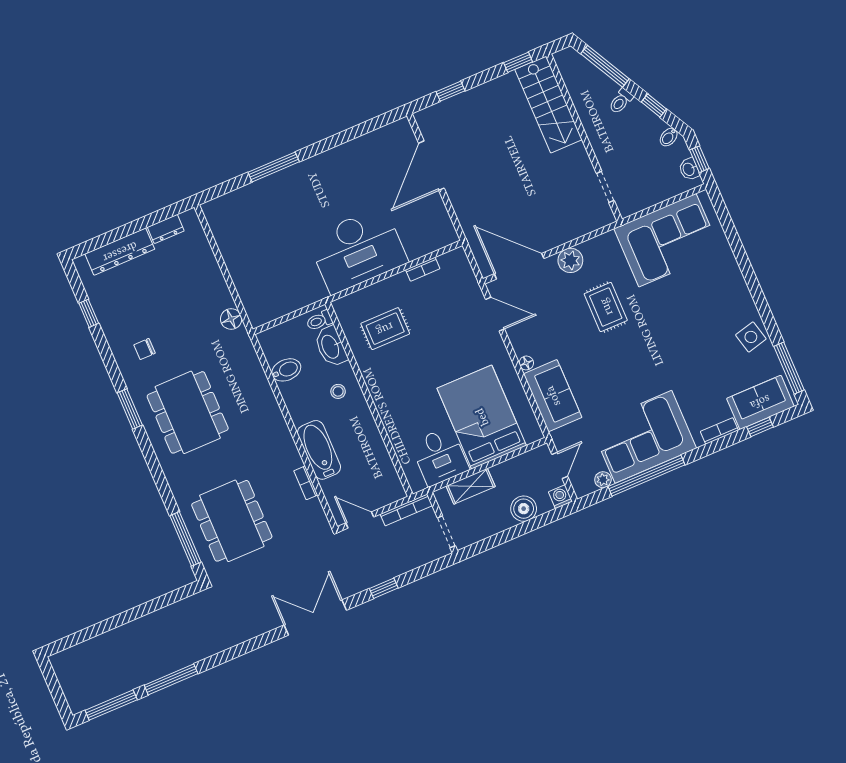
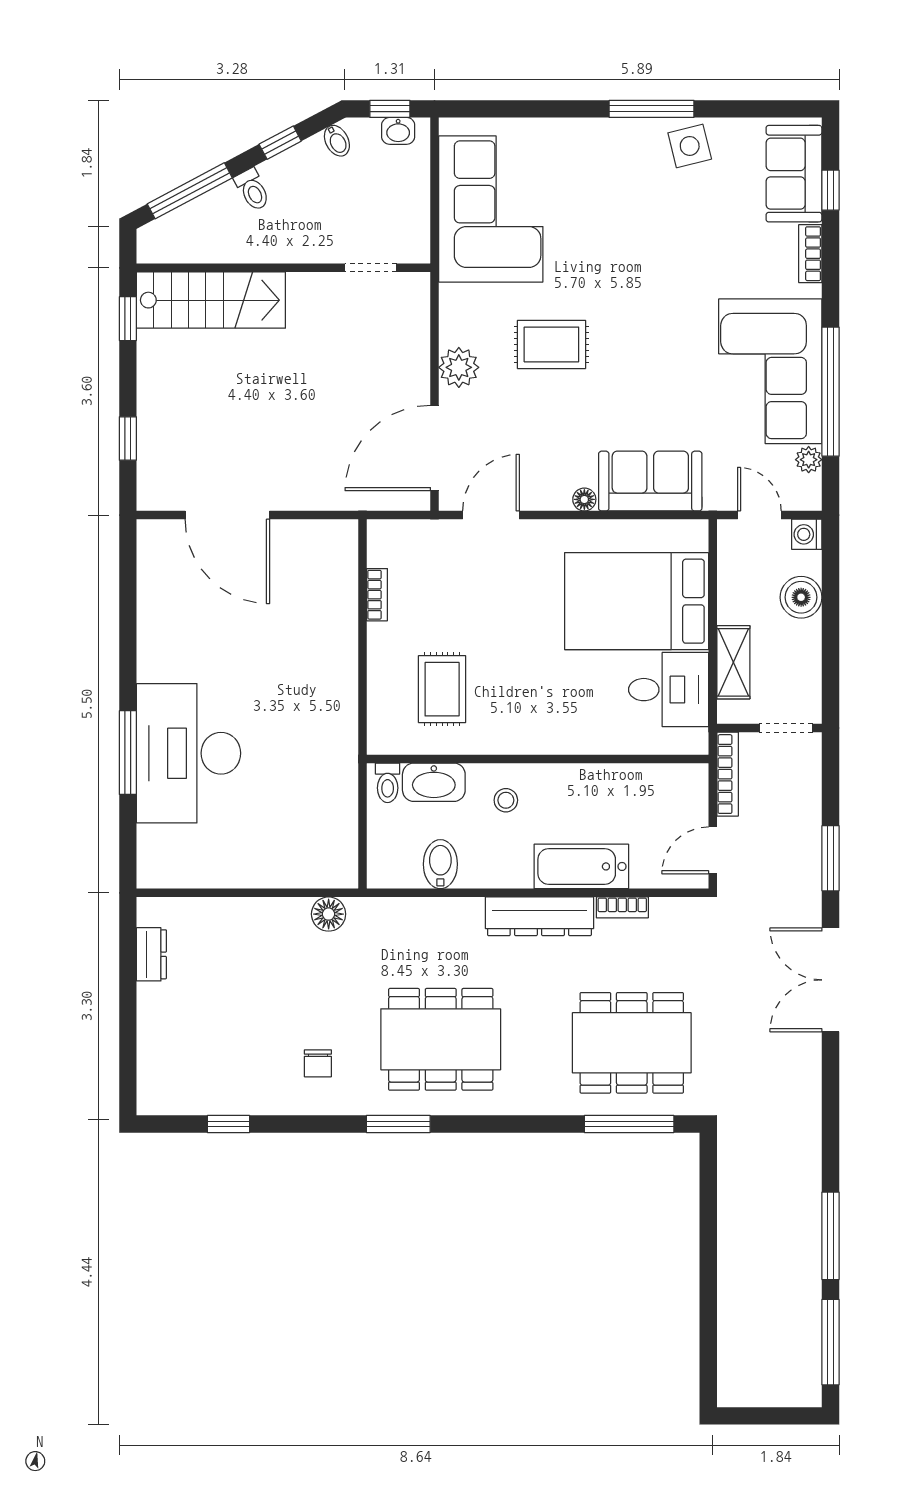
desk: (358, 250) -> (189, 753), moved, turned 180
dresser: (120, 252) -> (539, 916), moved, turned 90
window: (789, 368) -> (652, 109), moved
window: (384, 588) -> (830, 858), width x1.50

